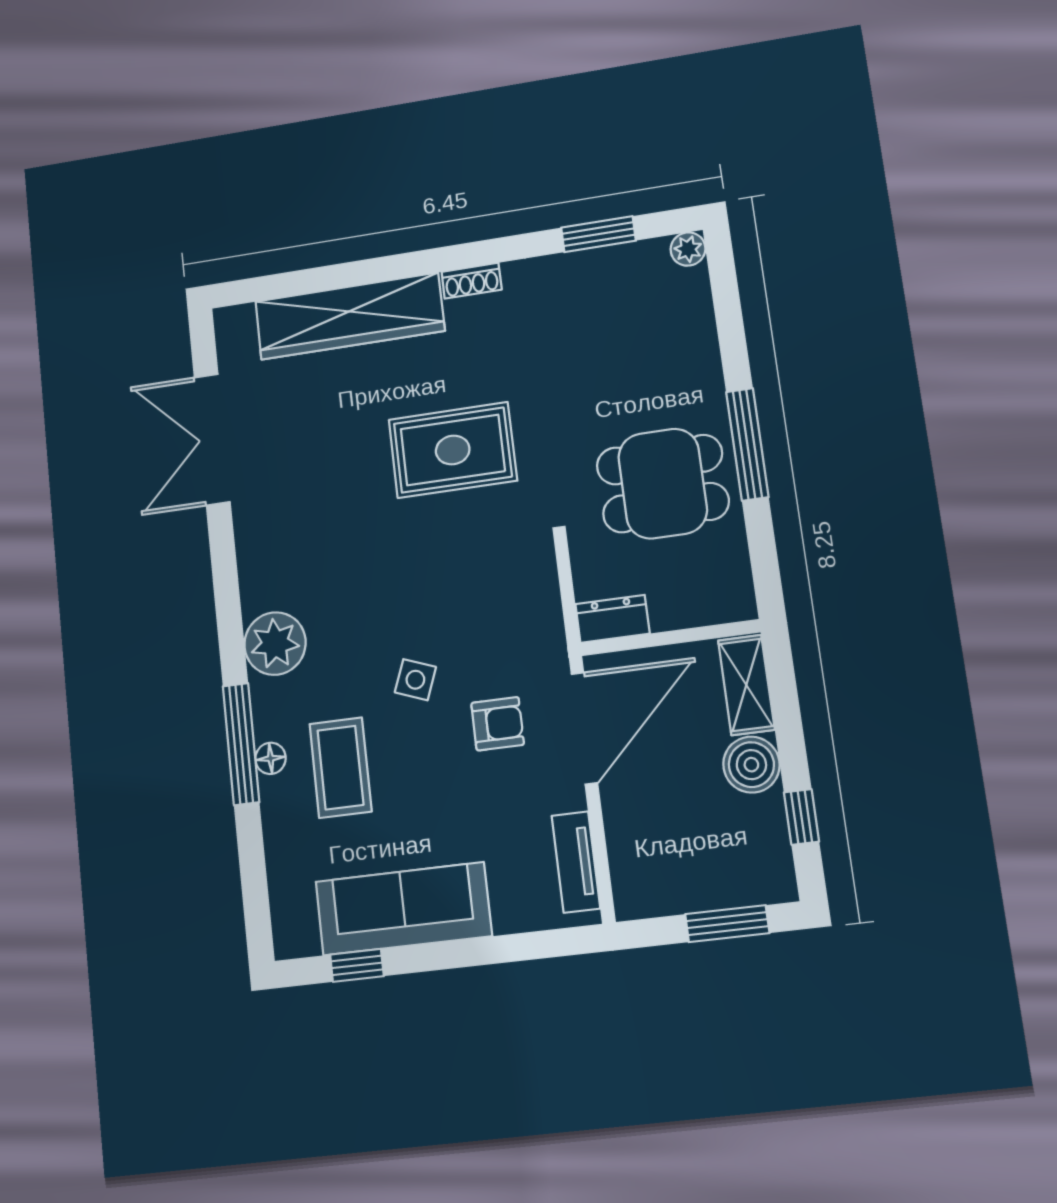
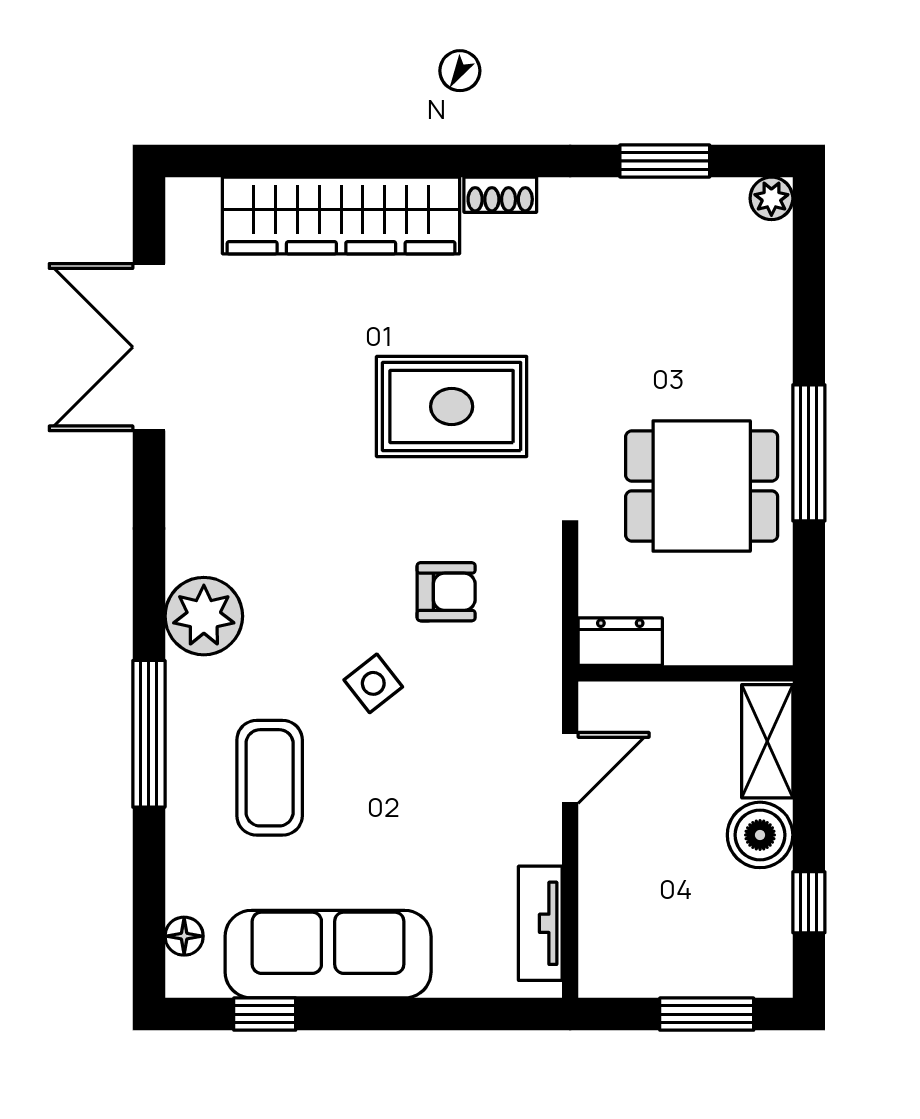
side table: (415, 680) -> (373, 683), turned 31
armchair: (498, 724) -> (446, 592), moved
door: (584, 728) -> (570, 768), width x0.53
floor lamp: (271, 758) -> (184, 936), moved

